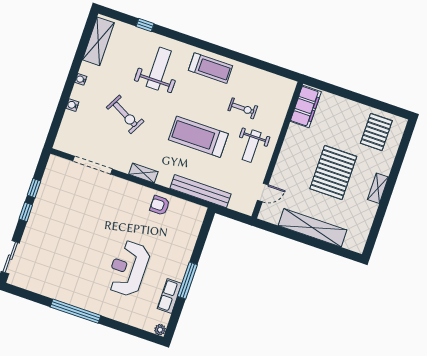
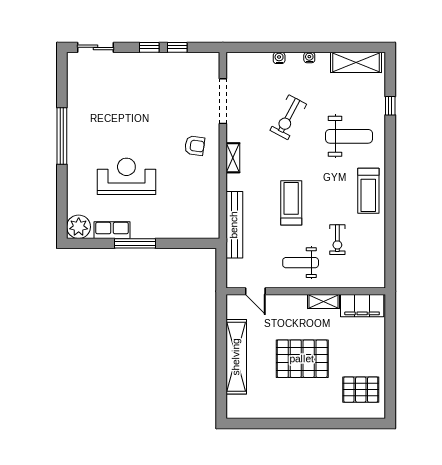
treadmill: (198, 137) -> (291, 203), width x0.73, depth x0.73
shelving: (378, 188) -> (324, 302), moved
armchair: (160, 205) -> (195, 146), moved, turned 98
plant: (160, 330) -> (79, 227), width x1.88, depth x1.88

